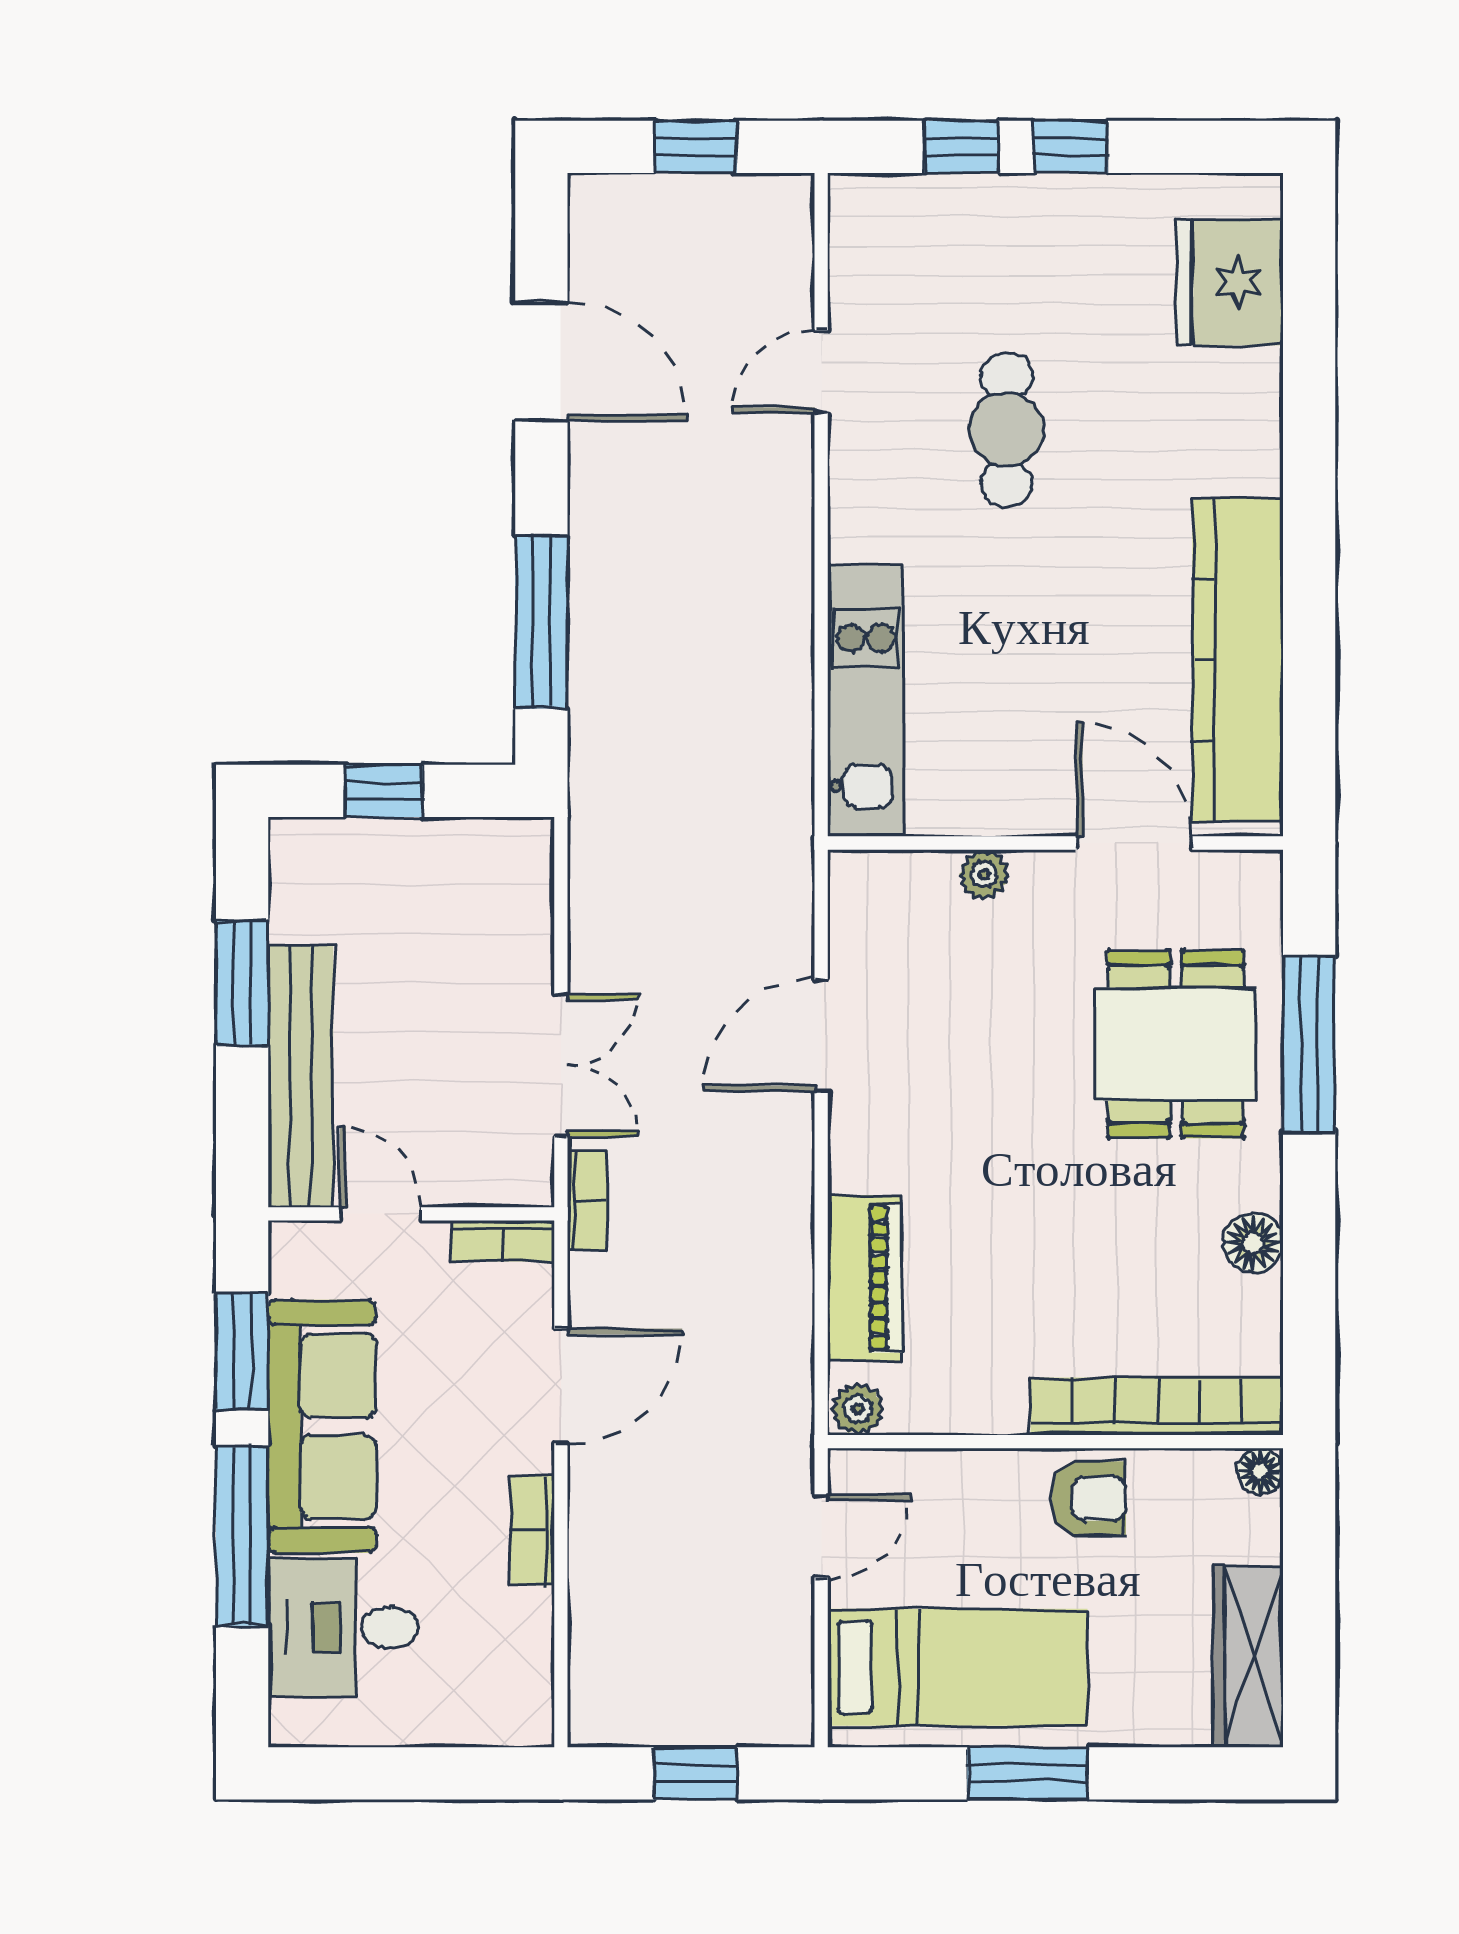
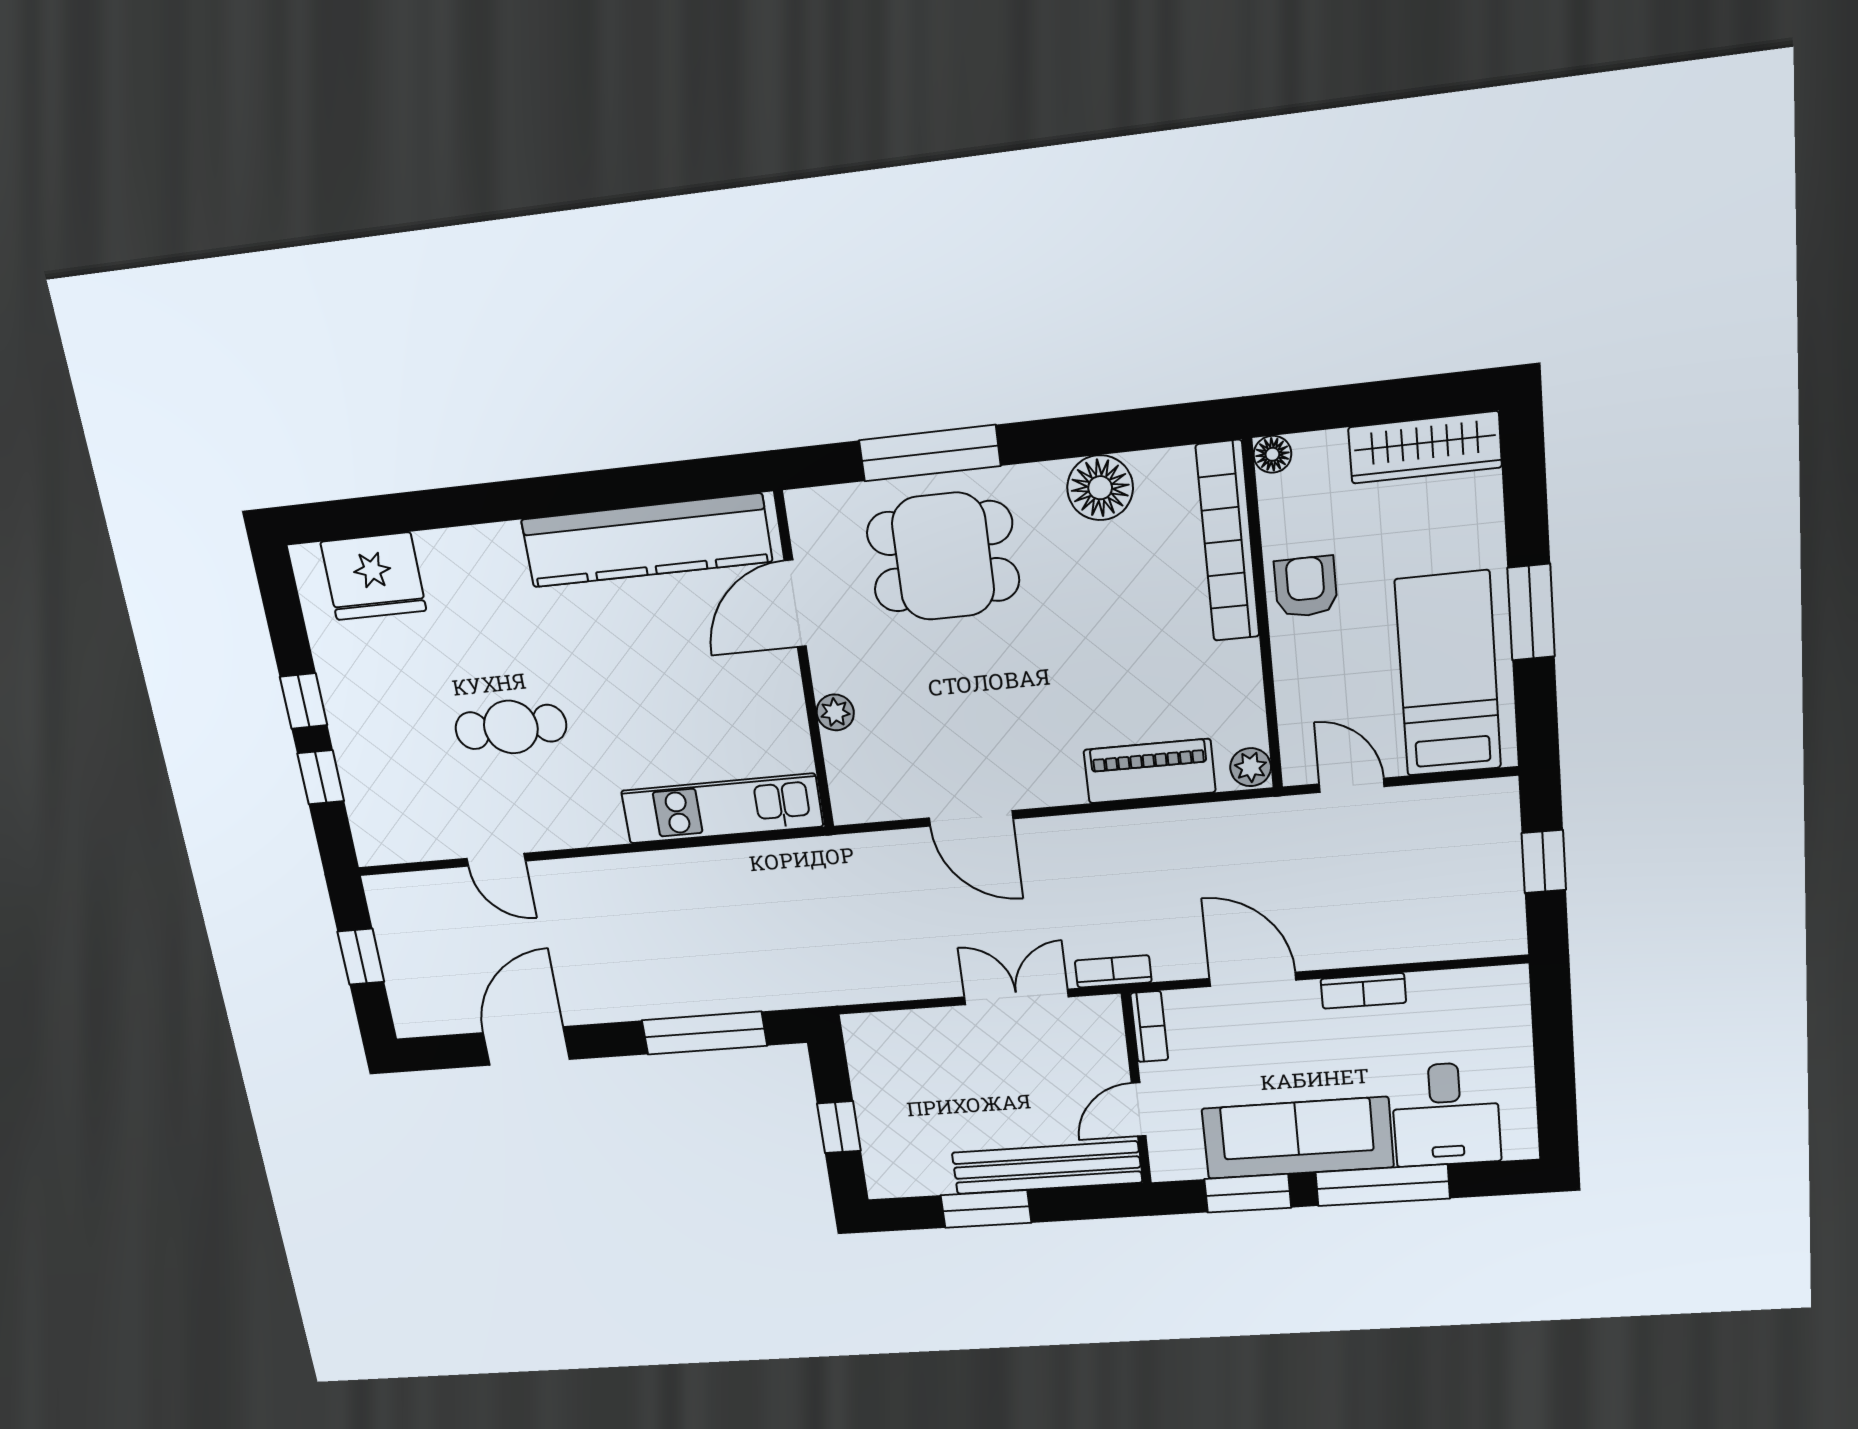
floor lamp: (1253, 1243) -> (1100, 488), width x1.38, depth x1.38

